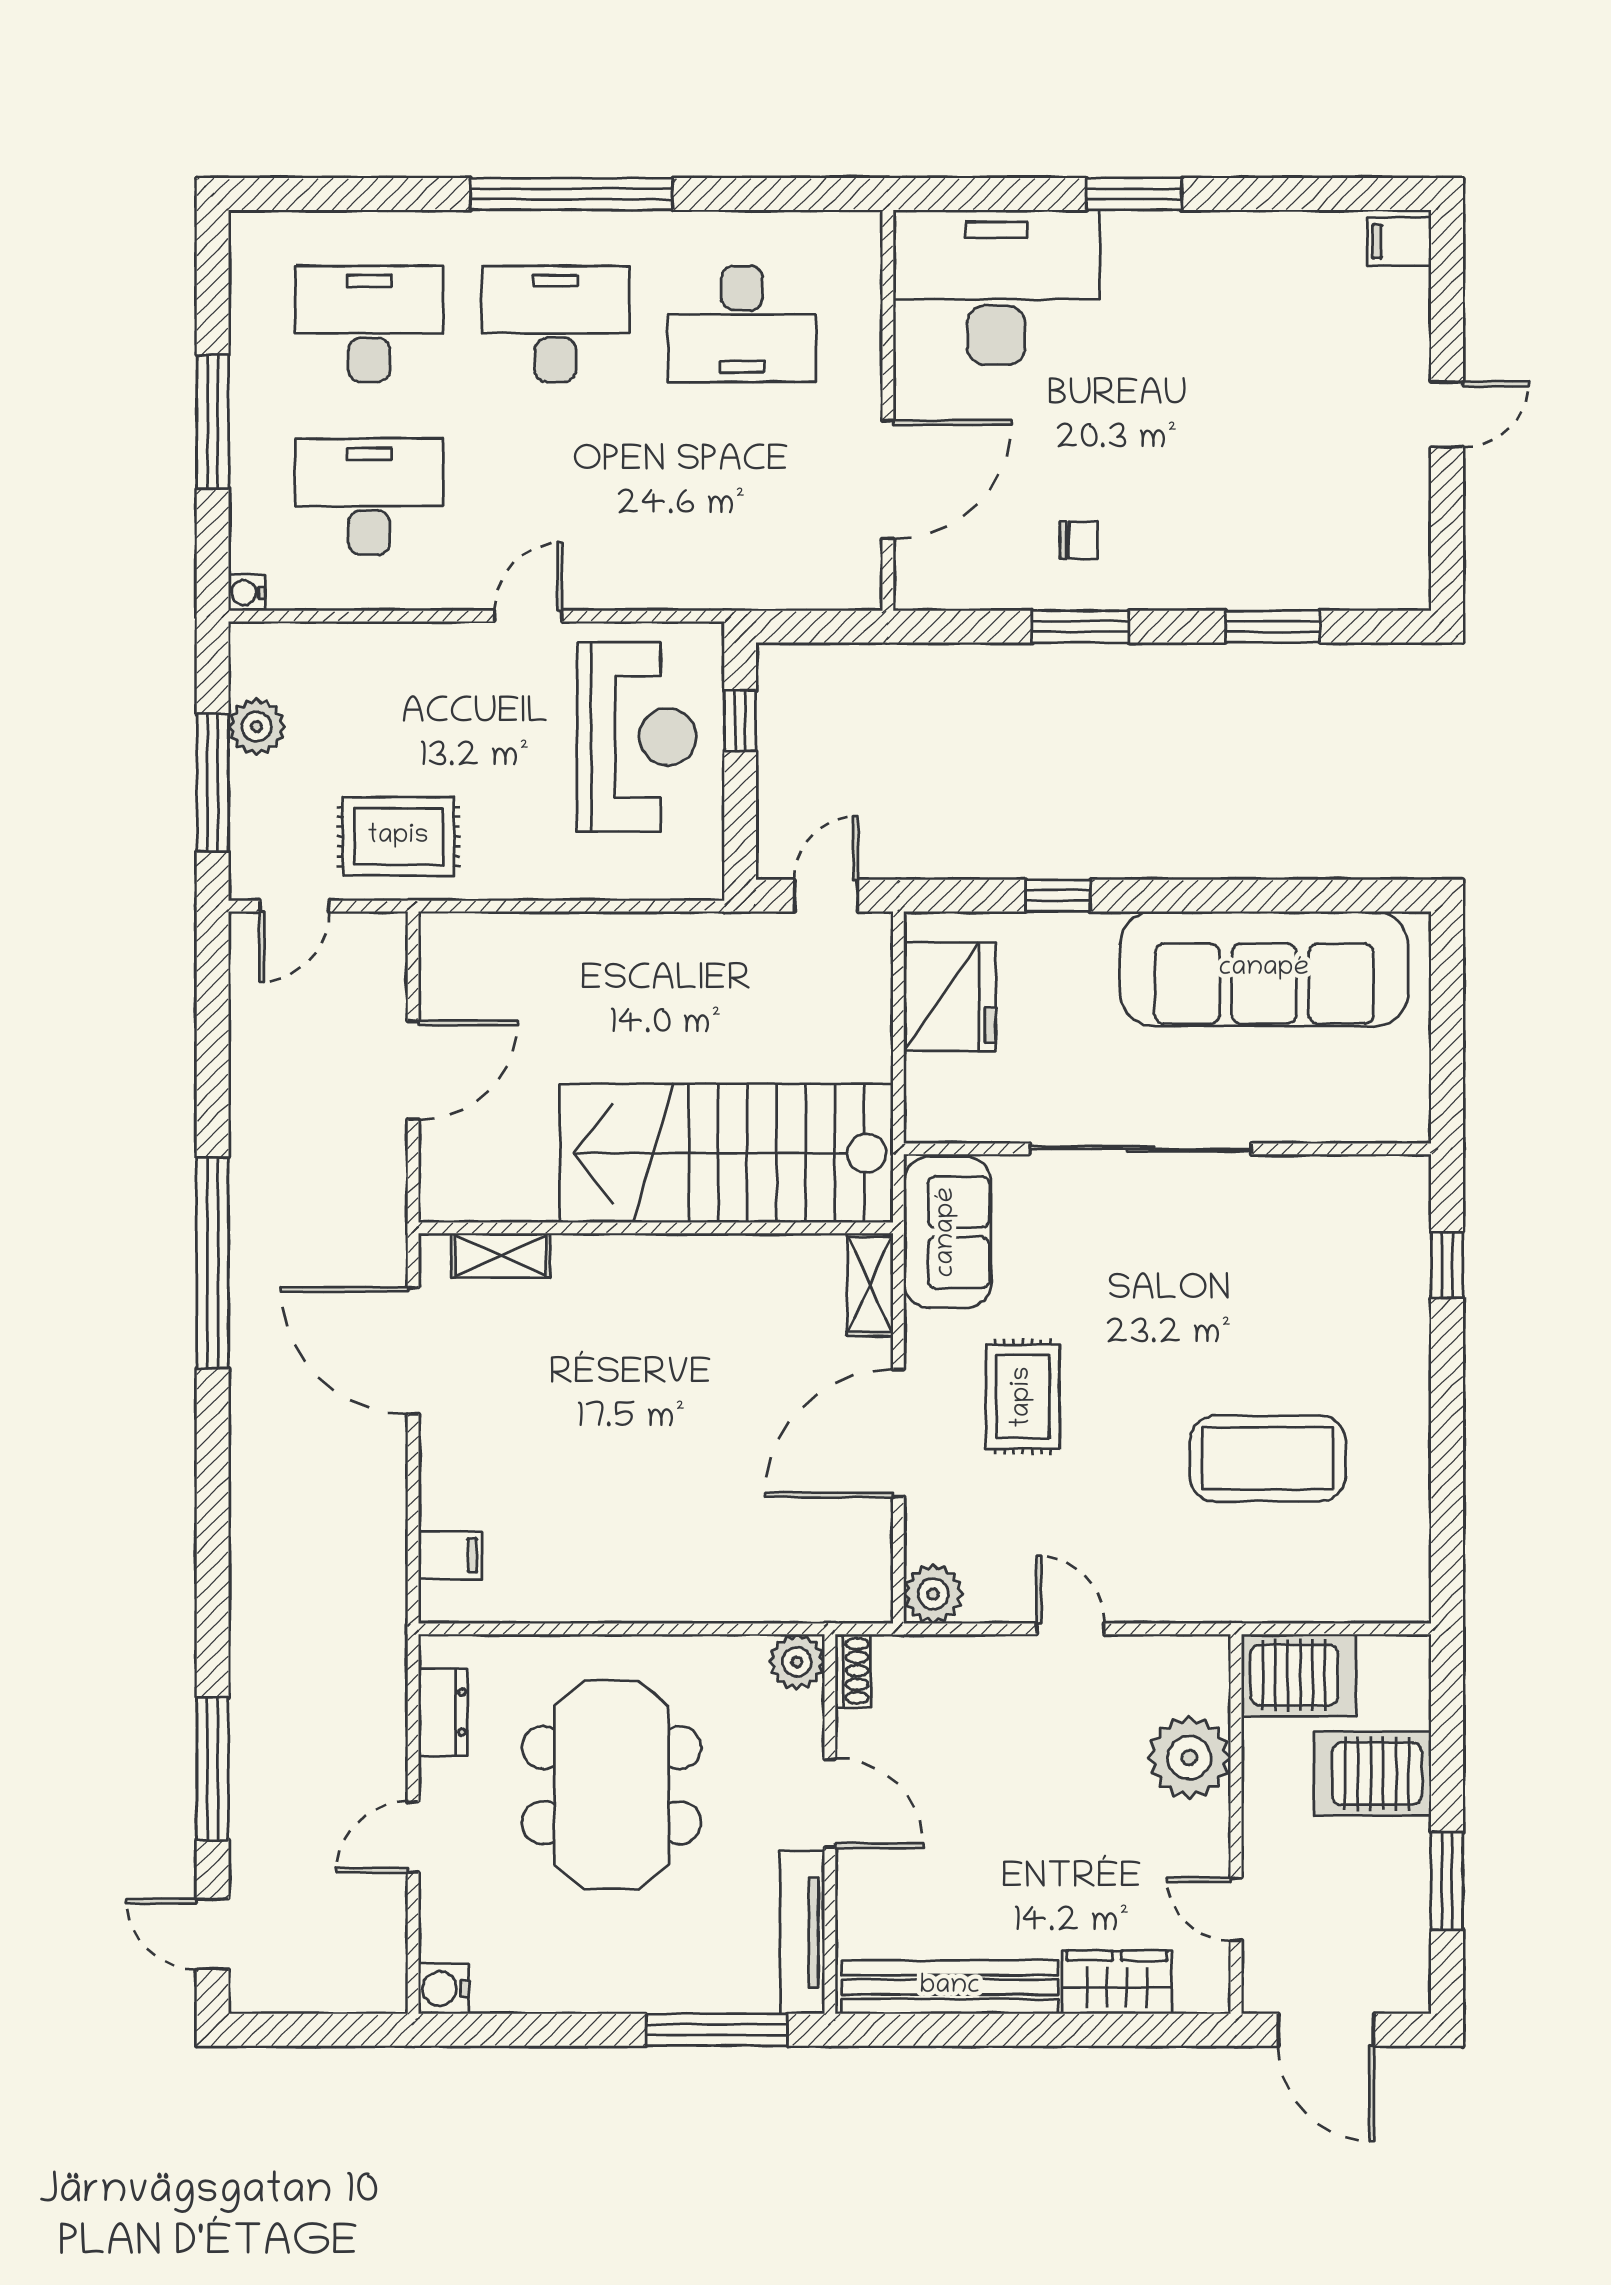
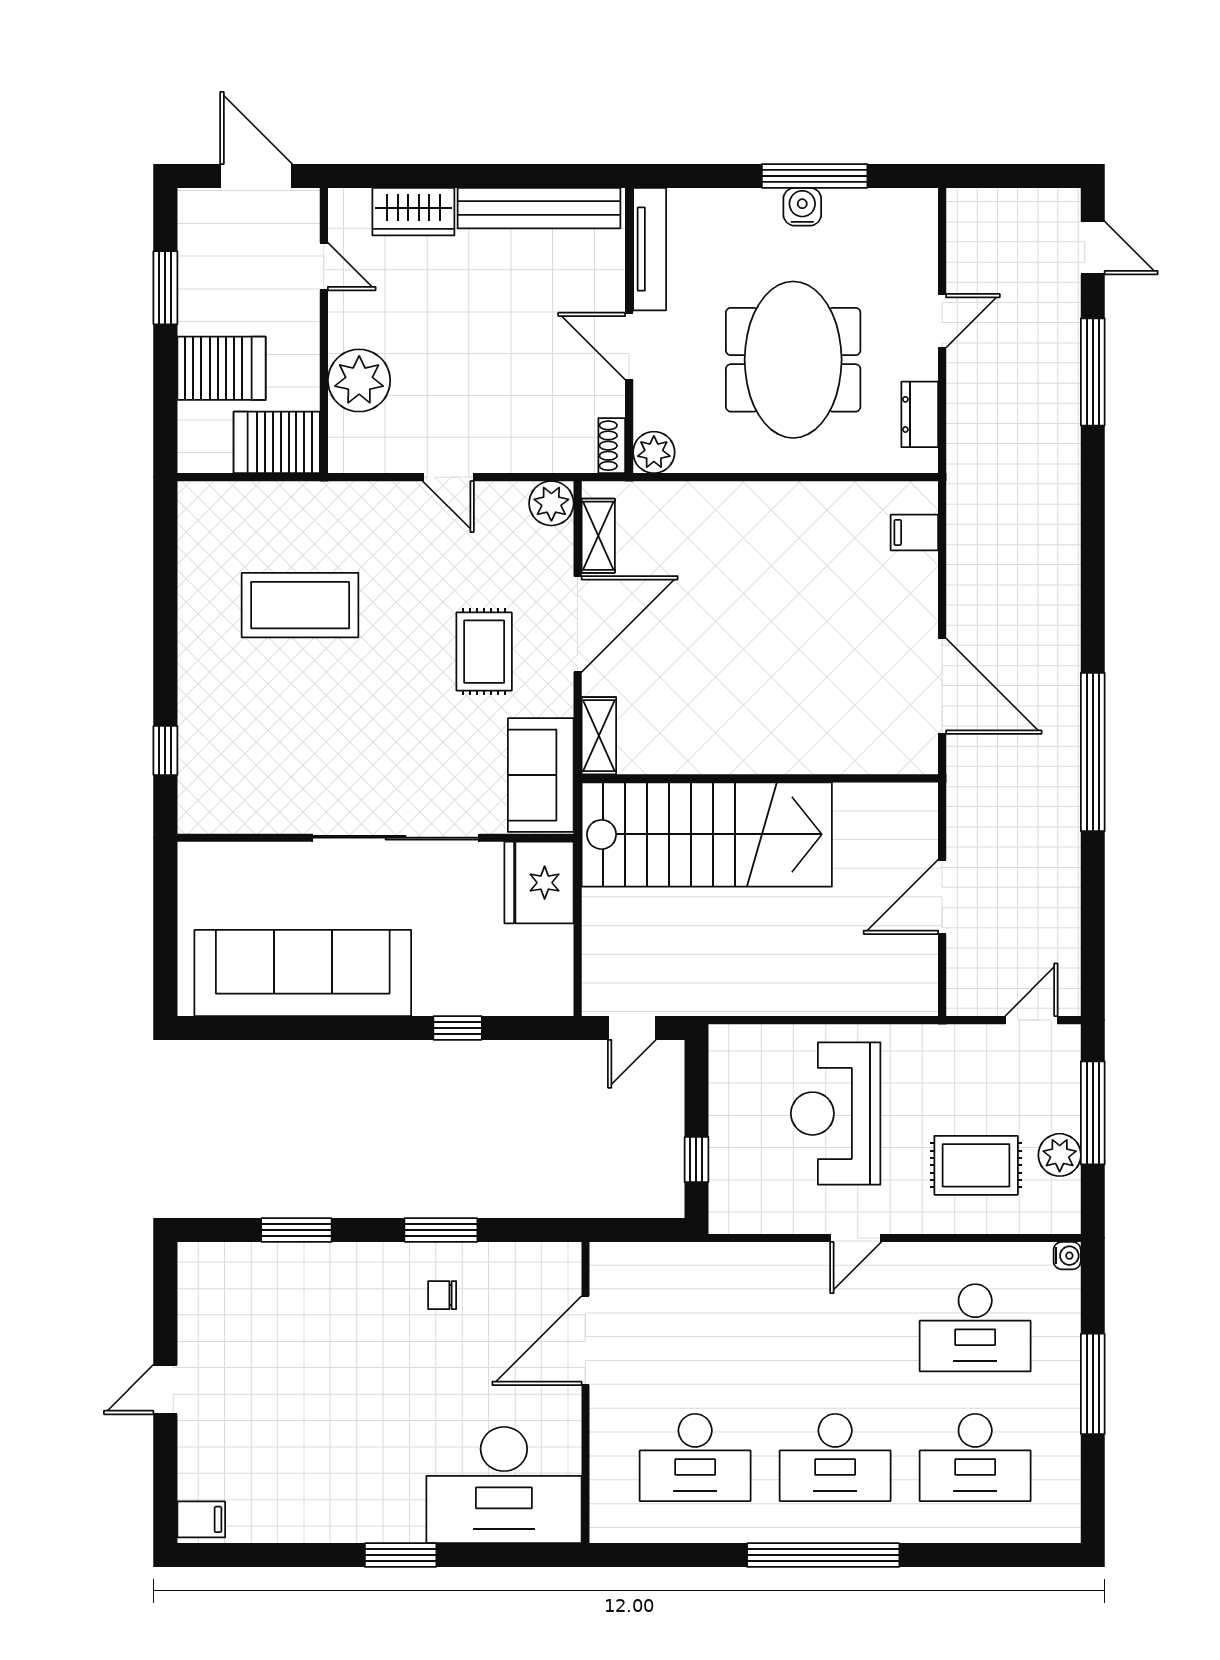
desk: (742, 324) -> (695, 1457), turned 180
reception desk: (637, 737) -> (836, 1114), moved
rug: (398, 837) -> (976, 1165), moved
fridge: (950, 997) -> (539, 883), moved
shelving: (501, 1255) -> (598, 536), moved, turned 90
water cooler: (444, 1989) -> (802, 207), moved, turned -90
window: (717, 2030) -> (815, 176), moved

